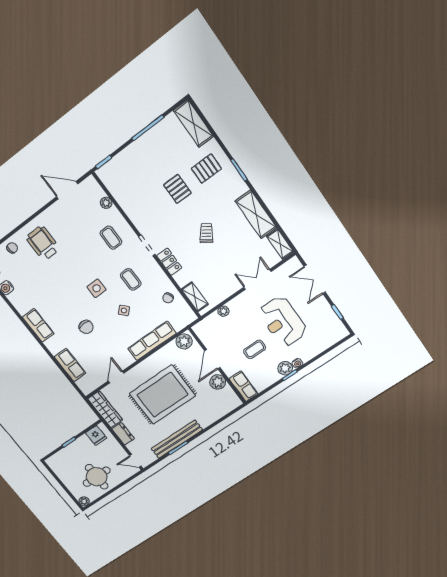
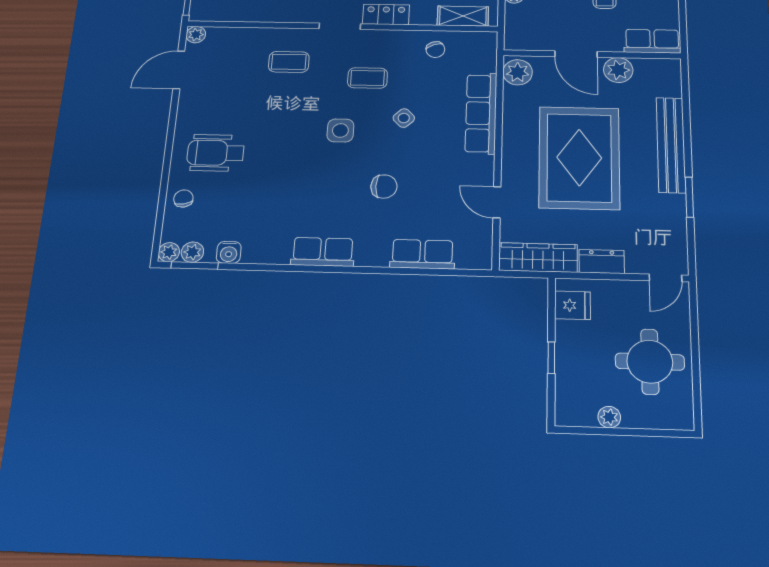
plant: (106, 203) -> (196, 35), moved
bench: (177, 439) -> (671, 145), moved
plant: (84, 501) -> (609, 417), moved

